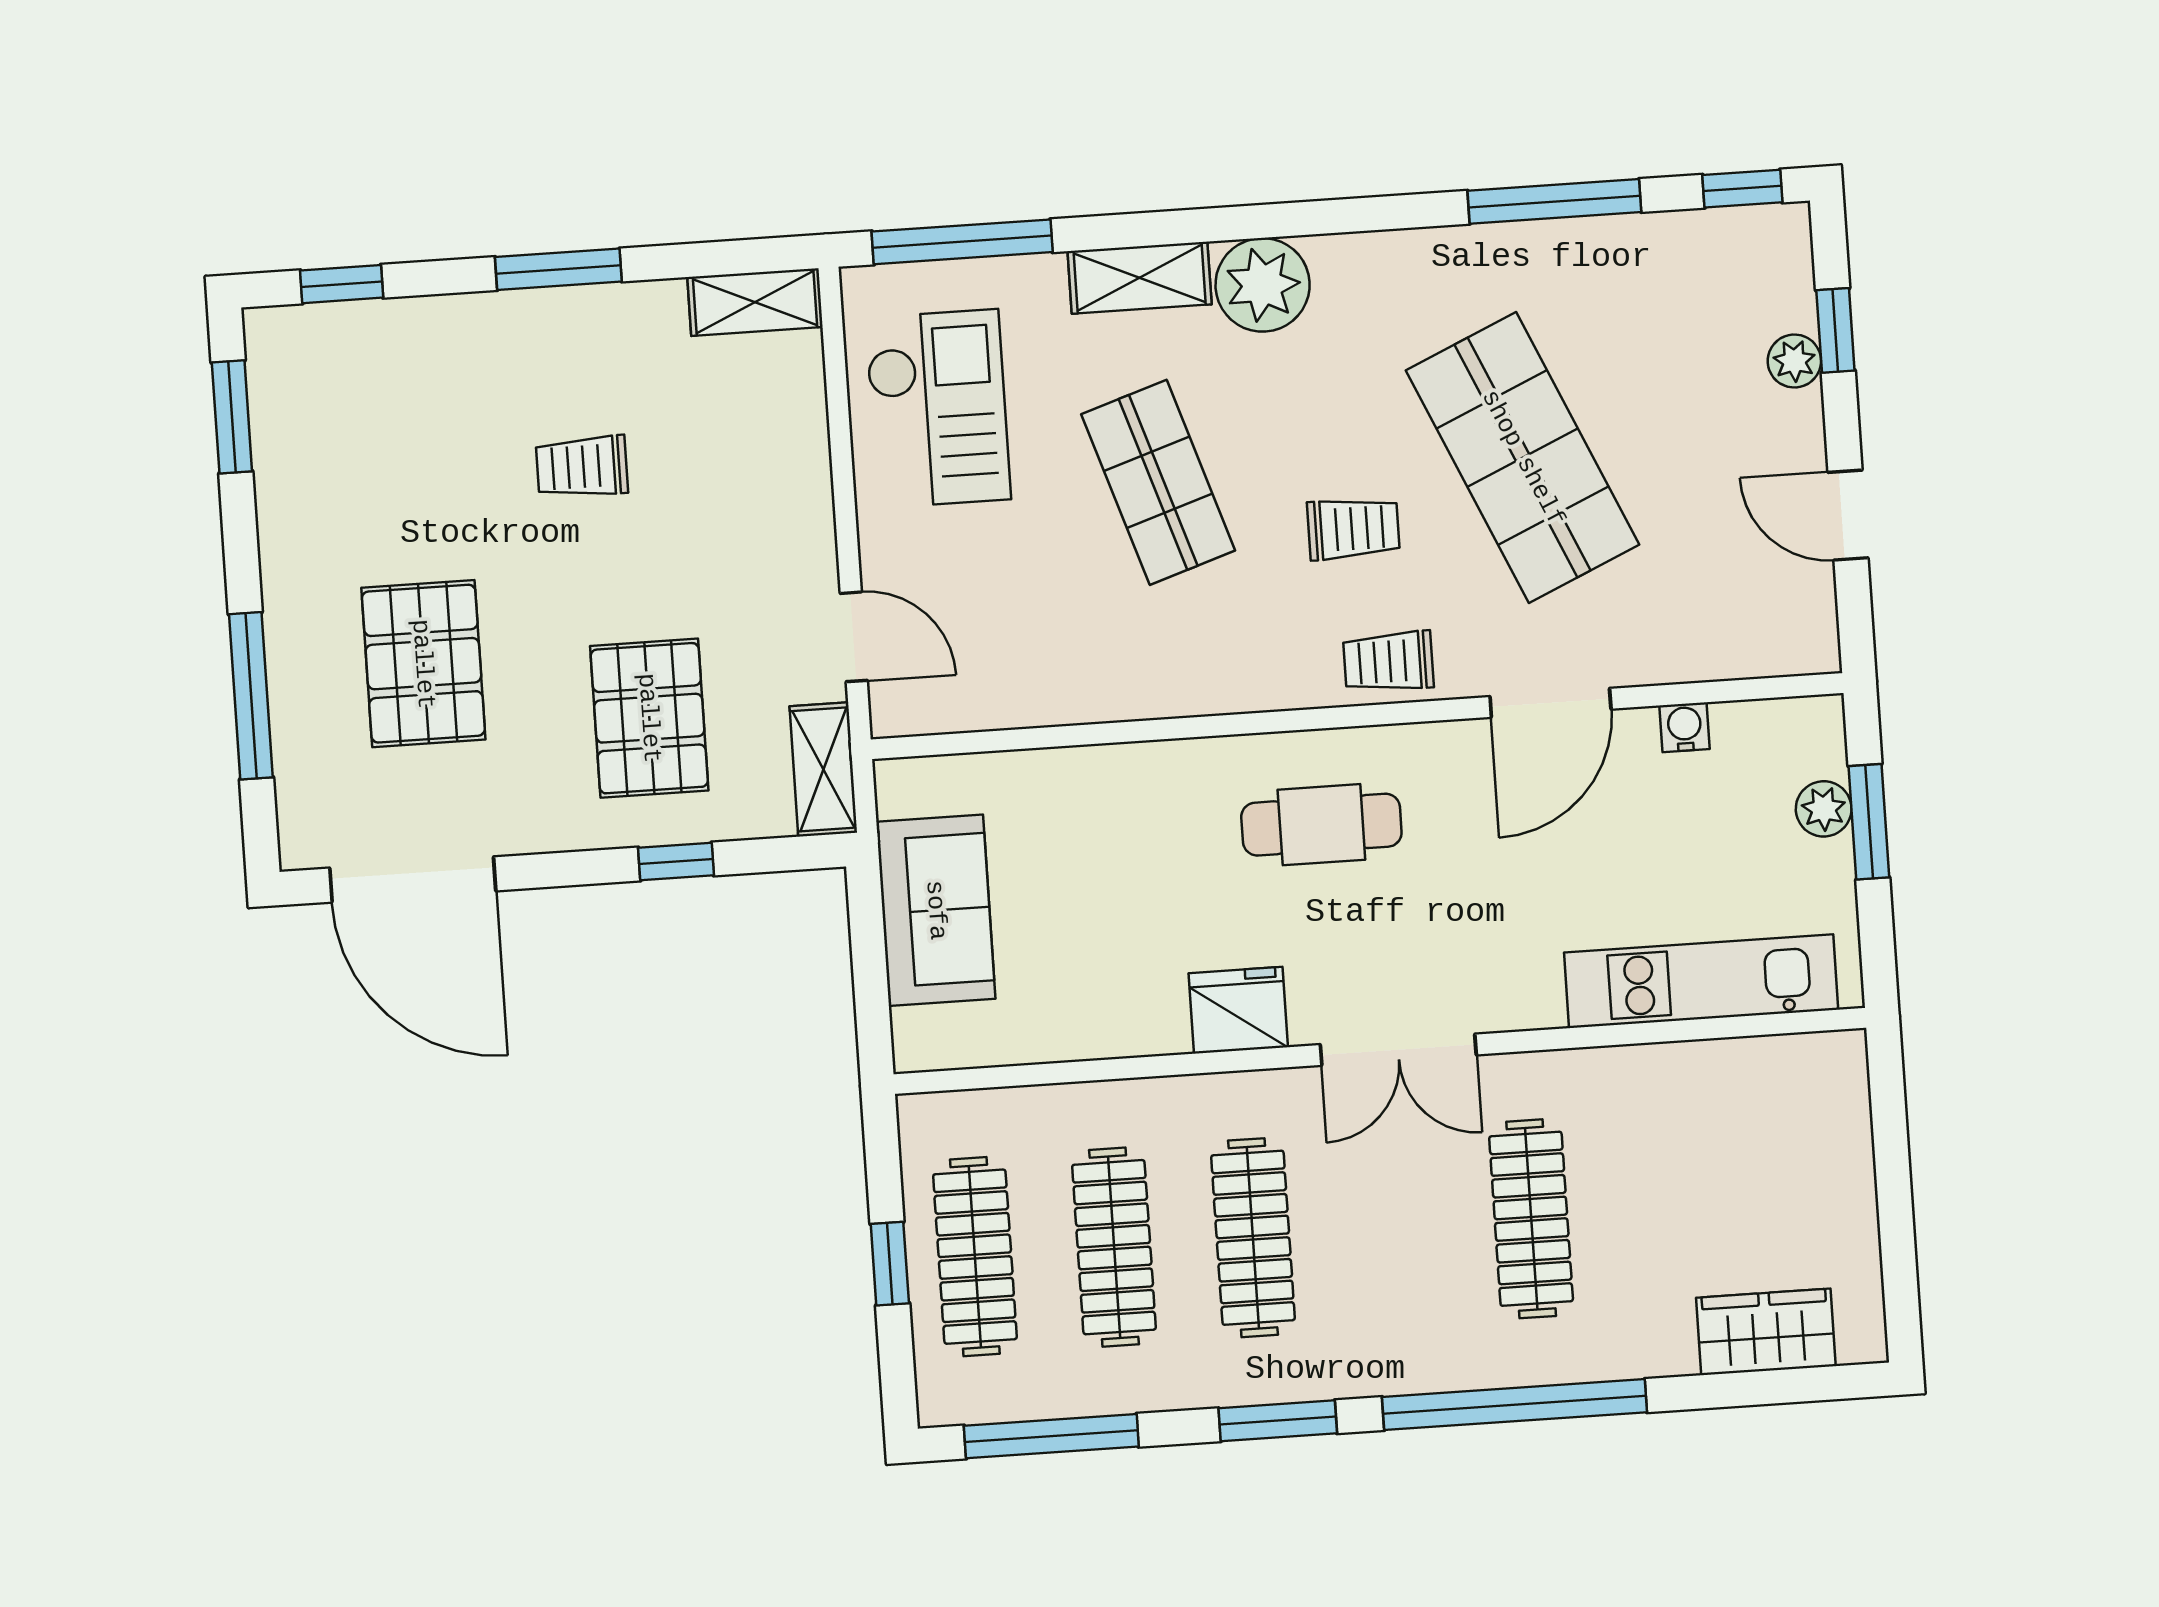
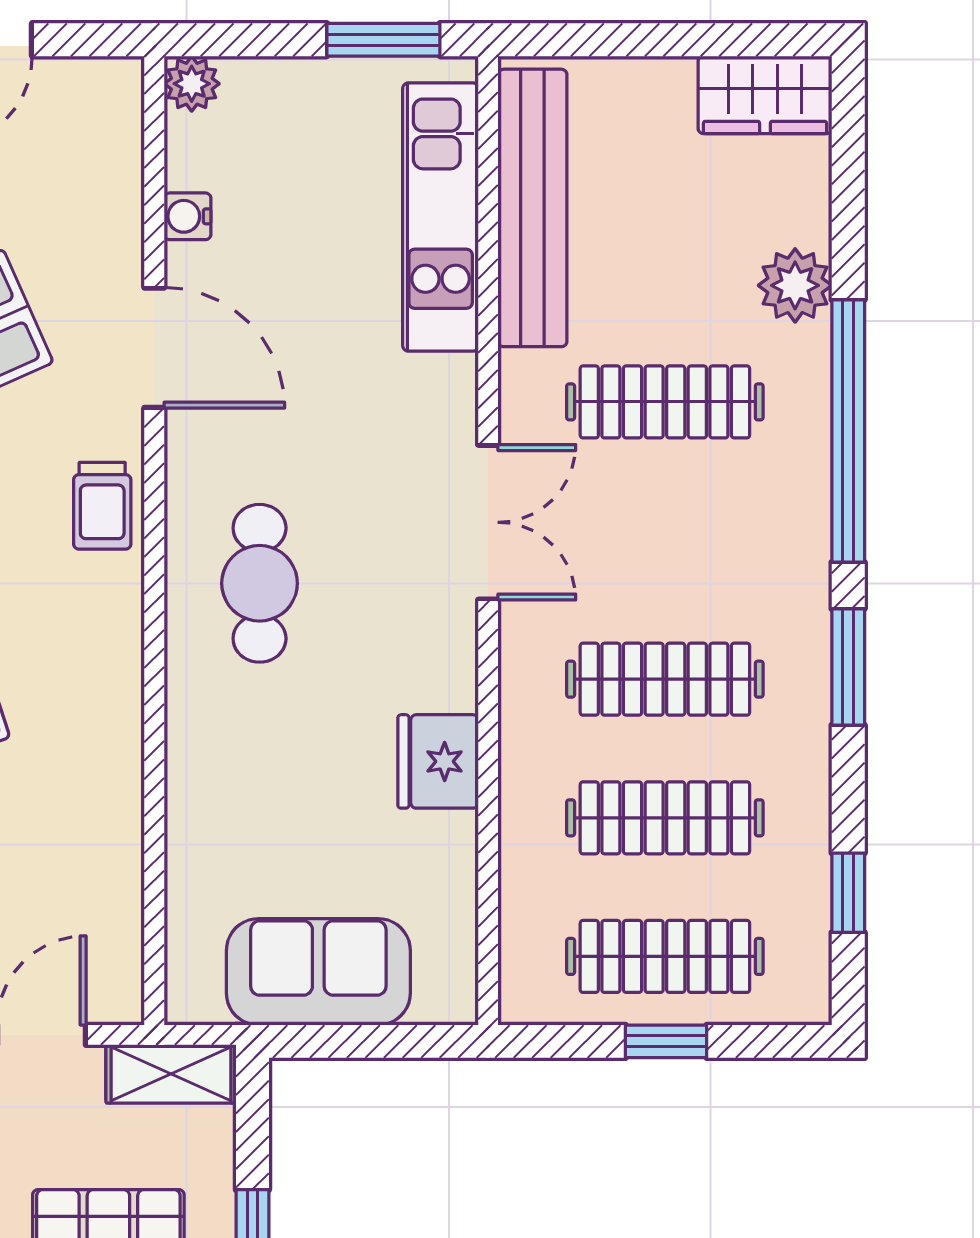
plant: (1824, 809) -> (192, 84), moved
window: (1869, 822) -> (383, 40), moved
fridge: (1238, 1010) -> (438, 761), moved
bench: (1717, 1073) -> (532, 208), added
wardrobe: (1766, 1332) -> (765, 95), moved, turned -90
plant: (1657, 1341) -> (795, 285), added
window: (1051, 1436) -> (848, 893), width x0.46

